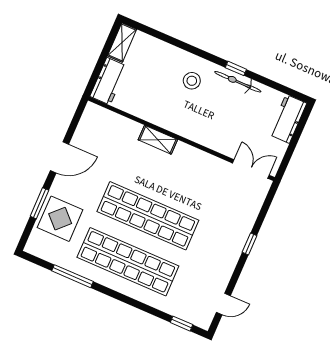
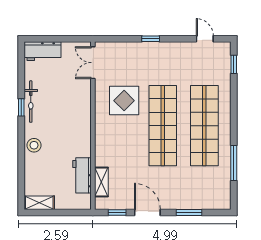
workbench: (108, 81) -> (82, 175), moved, turned -90
stool: (192, 81) -> (34, 145), moved
window: (74, 124) -> (117, 212), added
shelving: (158, 140) -> (101, 182), moved
display table: (60, 219) -> (124, 101), moved

